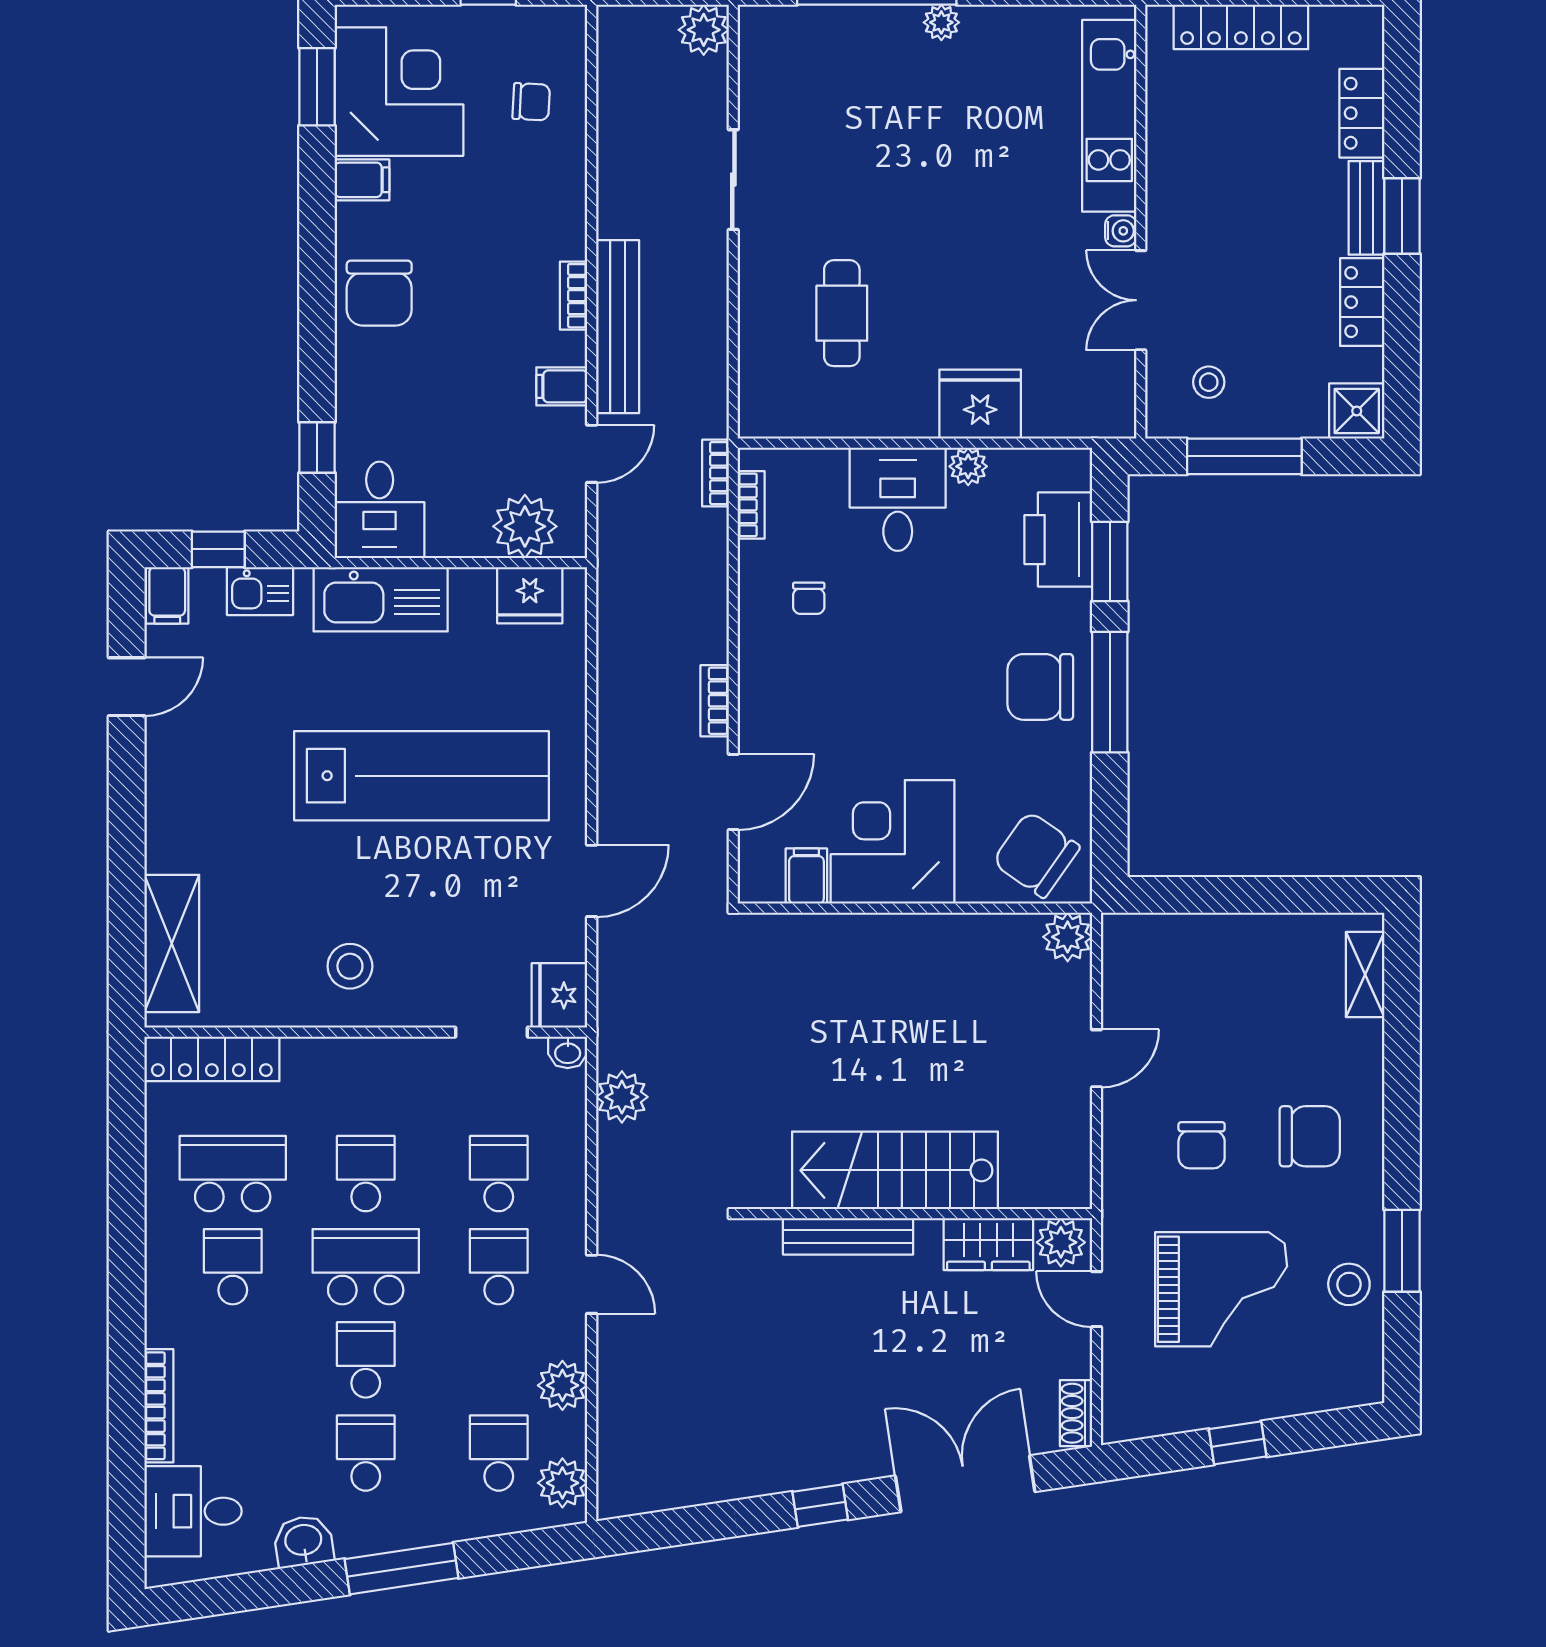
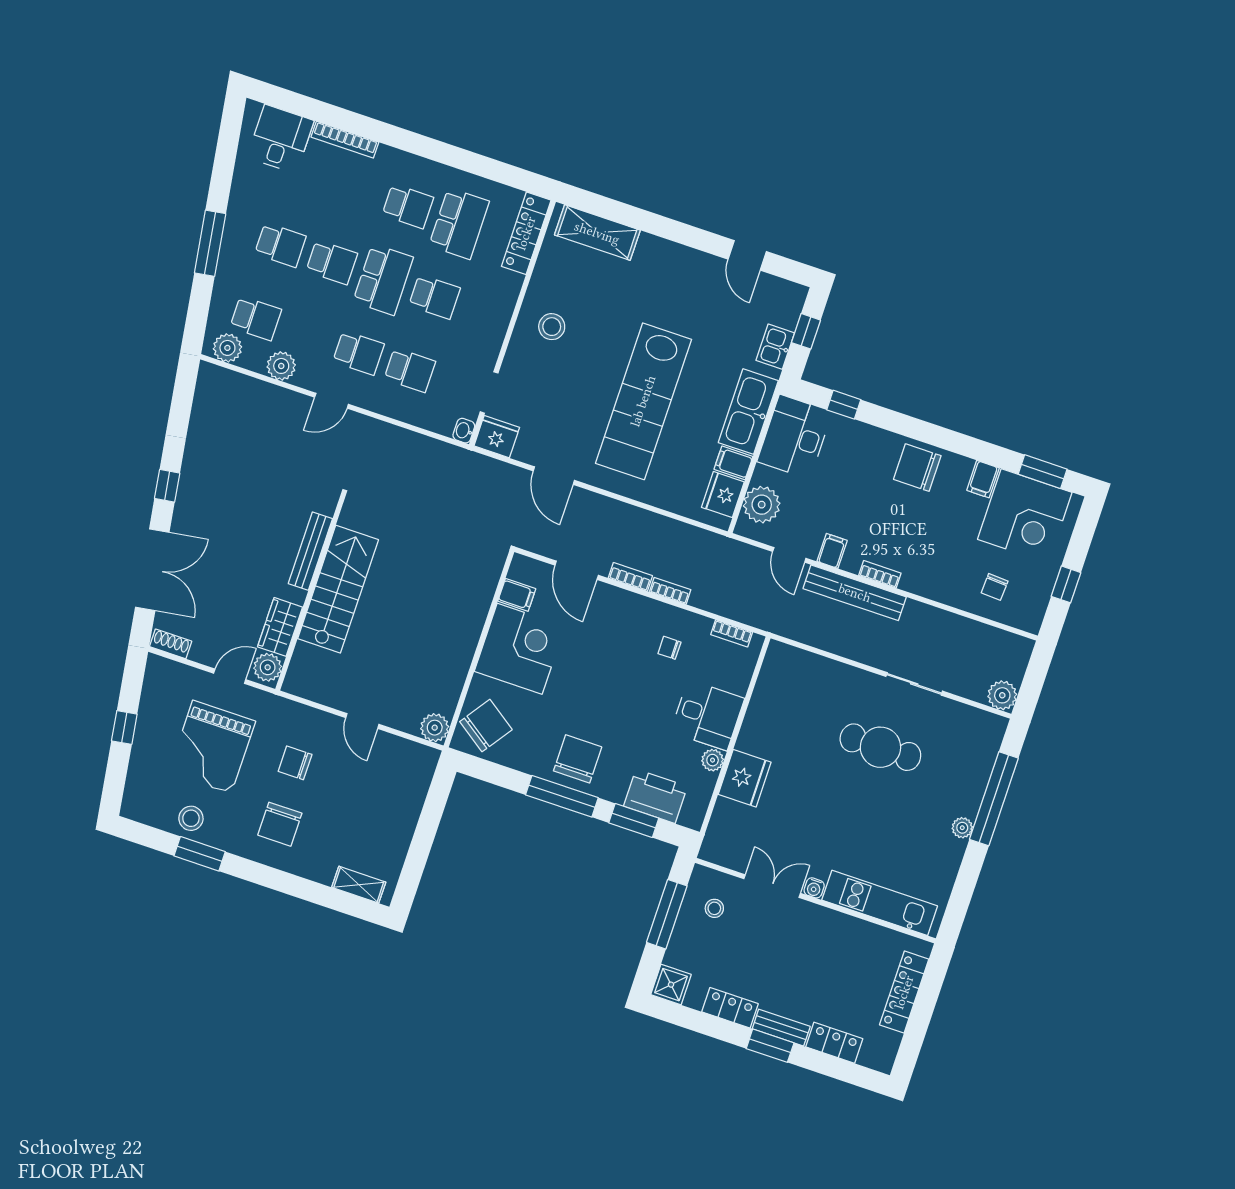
cafe table: (842, 313) -> (880, 747), moved, width x1.37, depth x1.35
bookcase: (716, 473) -> (670, 591), moved
desk: (380, 510) -> (795, 437), width x1.37
filing cabinet: (167, 595) -> (733, 463), moved
plant: (622, 1097) -> (429, 452), removed
washbasin: (303, 1541) -> (243, 194), removed

